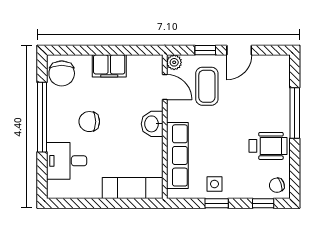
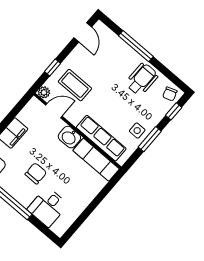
door: (239, 50) -> (83, 32), moved
chair: (89, 122) -> (36, 173), turned 180
exam couch: (133, 188) -> (96, 160), moved, turned -90
window: (217, 203) -> (150, 139), width x1.50

